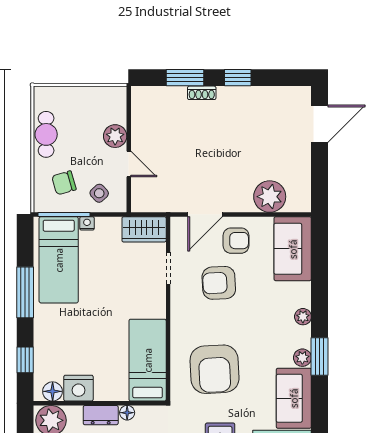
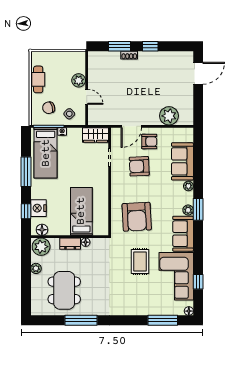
sofa: (293, 249) -> (182, 161), moved
bed: (148, 360) -> (81, 211), moved
nightstand: (78, 388) -> (38, 208), moved, turned 90

